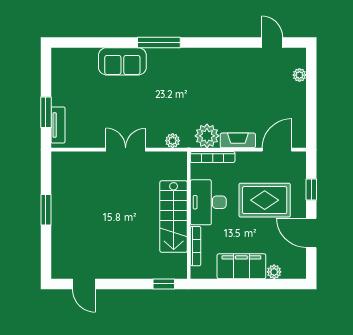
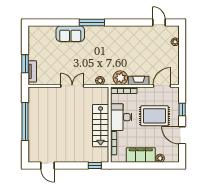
window: (46, 210) -> (25, 122), width x2.11

